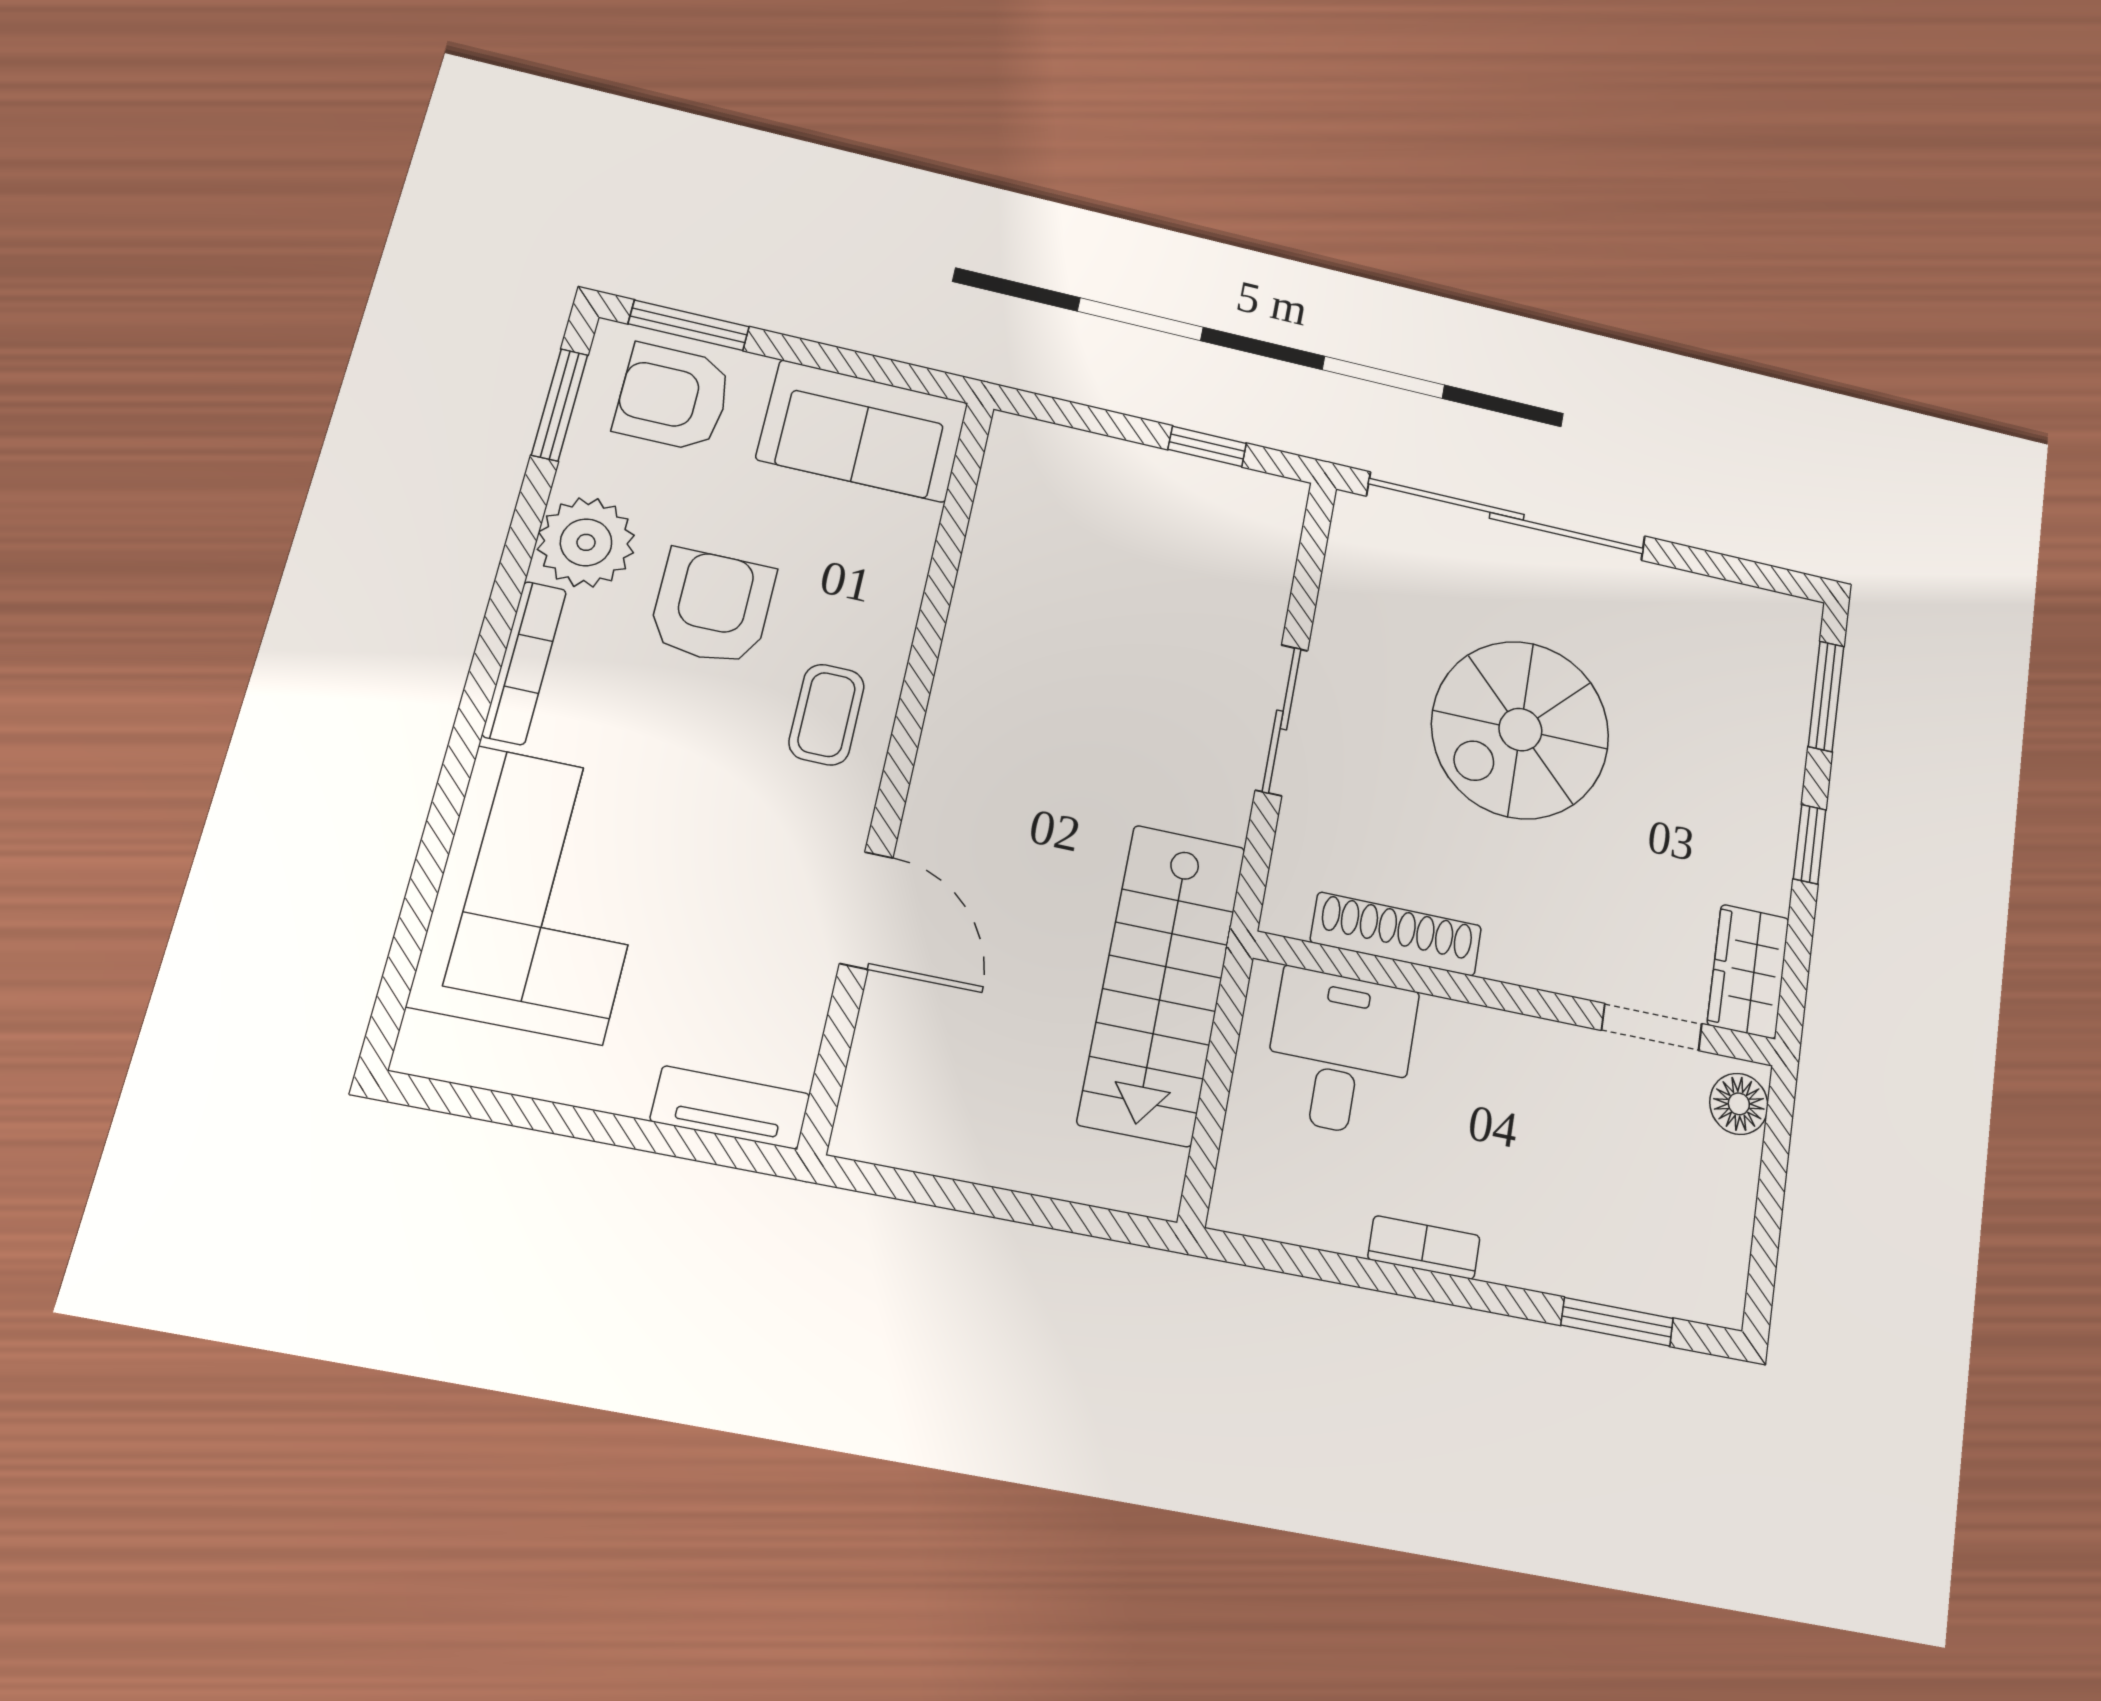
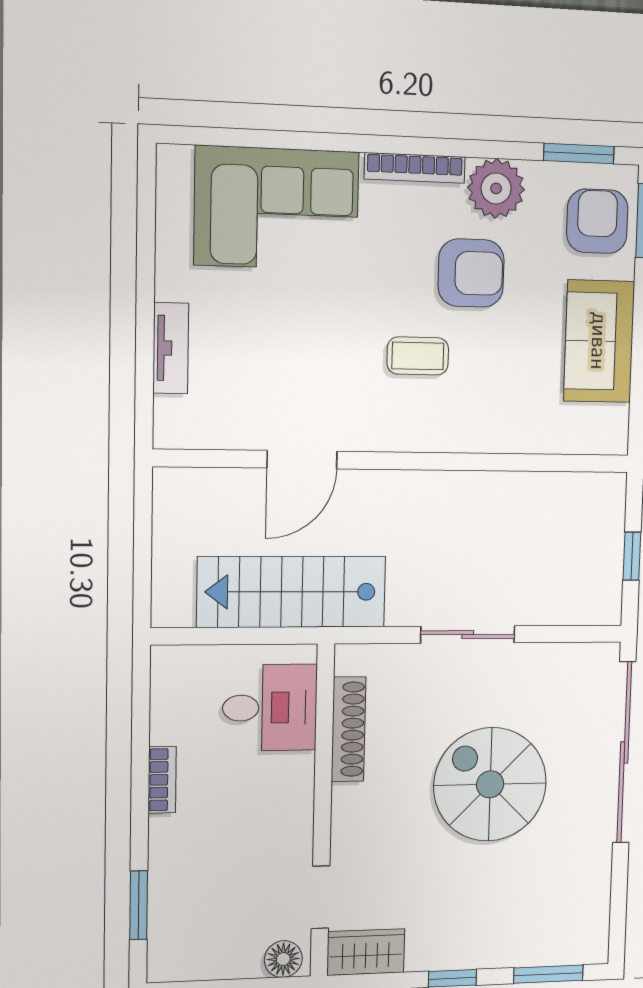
wall: (900, 762) -> (396, 461), moved
door: (866, 910) -> (302, 460), moved

